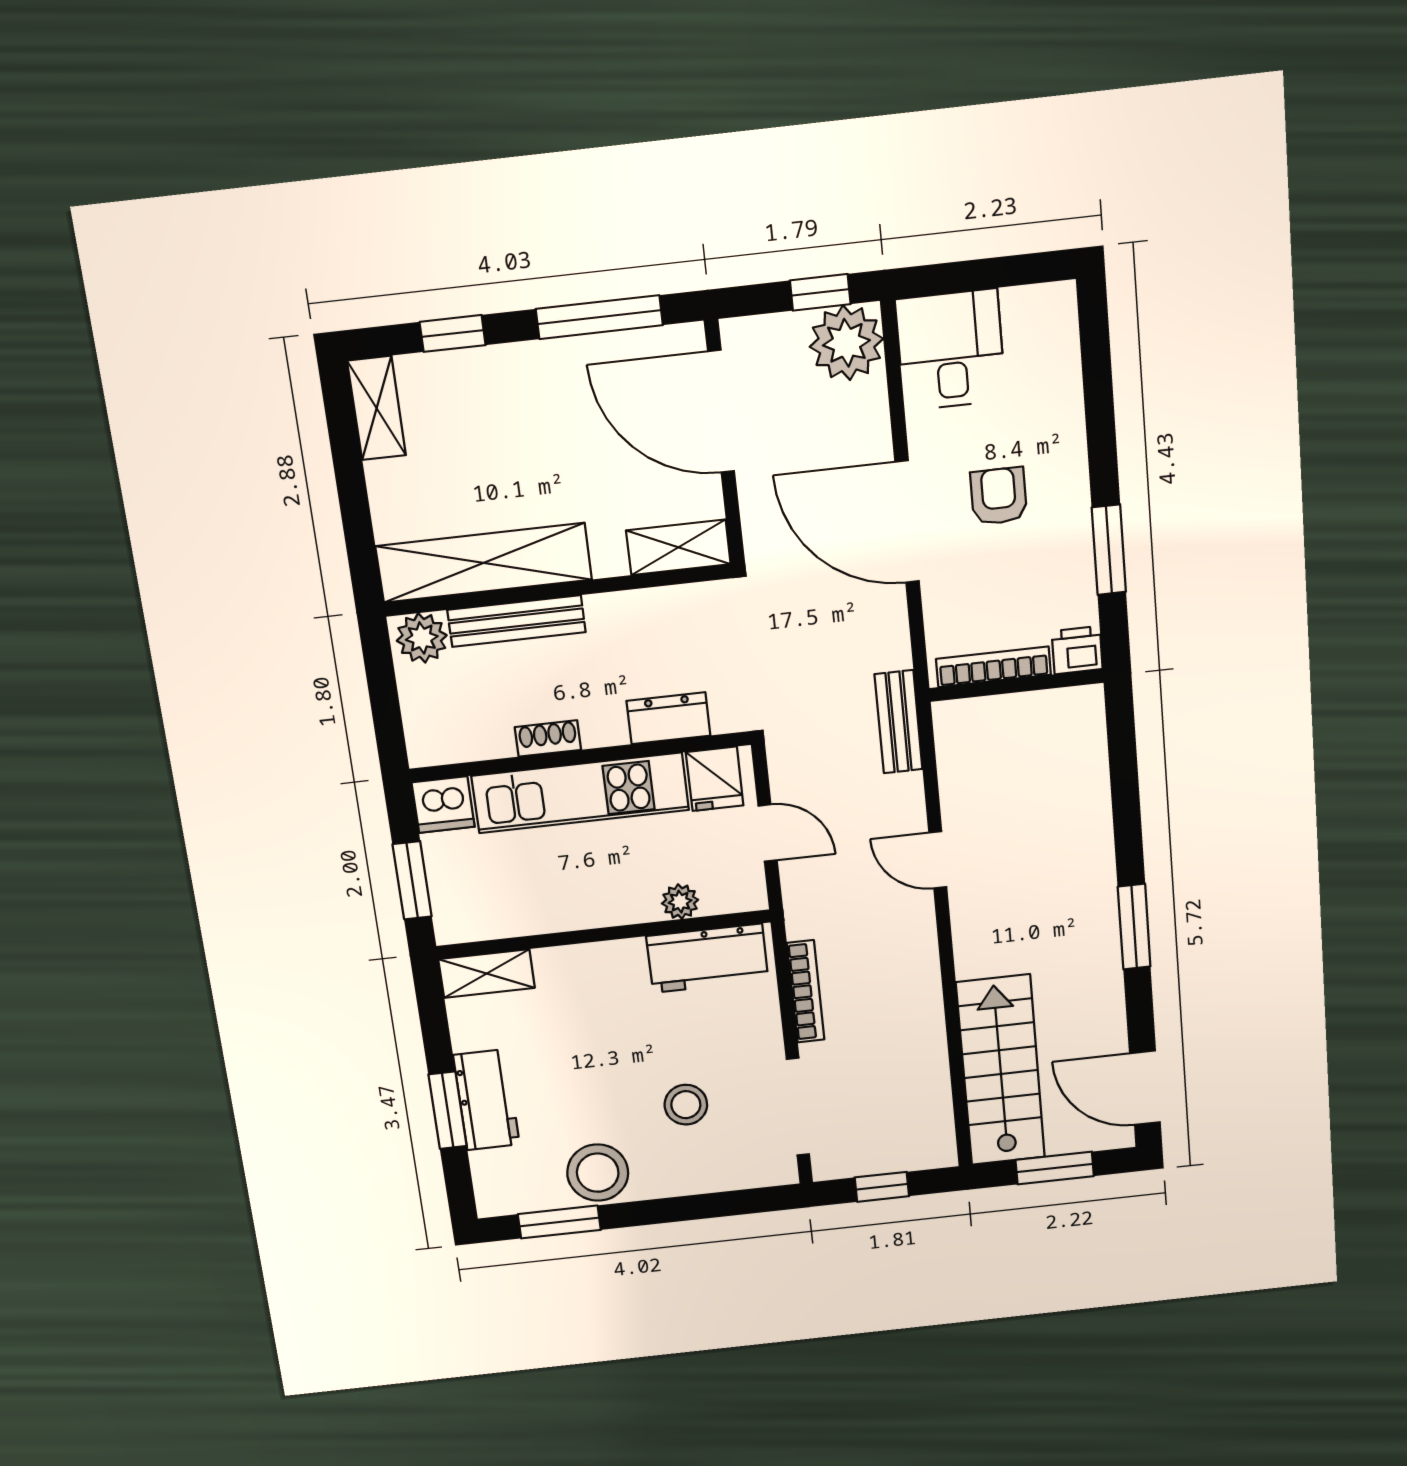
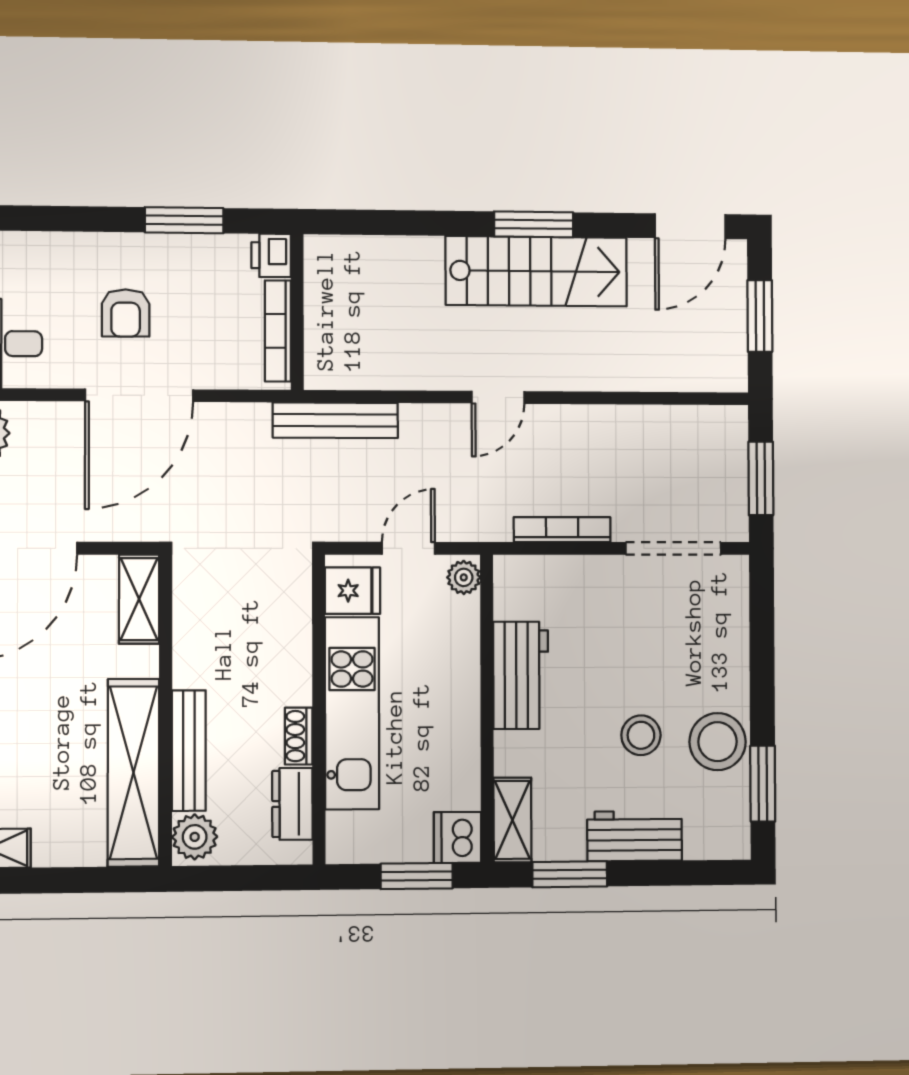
armchair: (999, 496) -> (126, 313), turned -90
dresser: (668, 718) -> (292, 804), moved
bench: (899, 722) -> (335, 420), width x1.36
dishwasher: (443, 805) -> (458, 837), moved, turned 180
door: (938, 860) -> (498, 397), moved
plant: (680, 902) -> (464, 577), moved
workbench: (707, 958) -> (521, 675), moved
stairs: (1001, 1070) -> (536, 271), moved, turned 180
stool: (686, 1105) -> (641, 735), moved
window: (448, 1110) -> (570, 874), moved
window: (882, 1187) -> (761, 478), width x1.50

